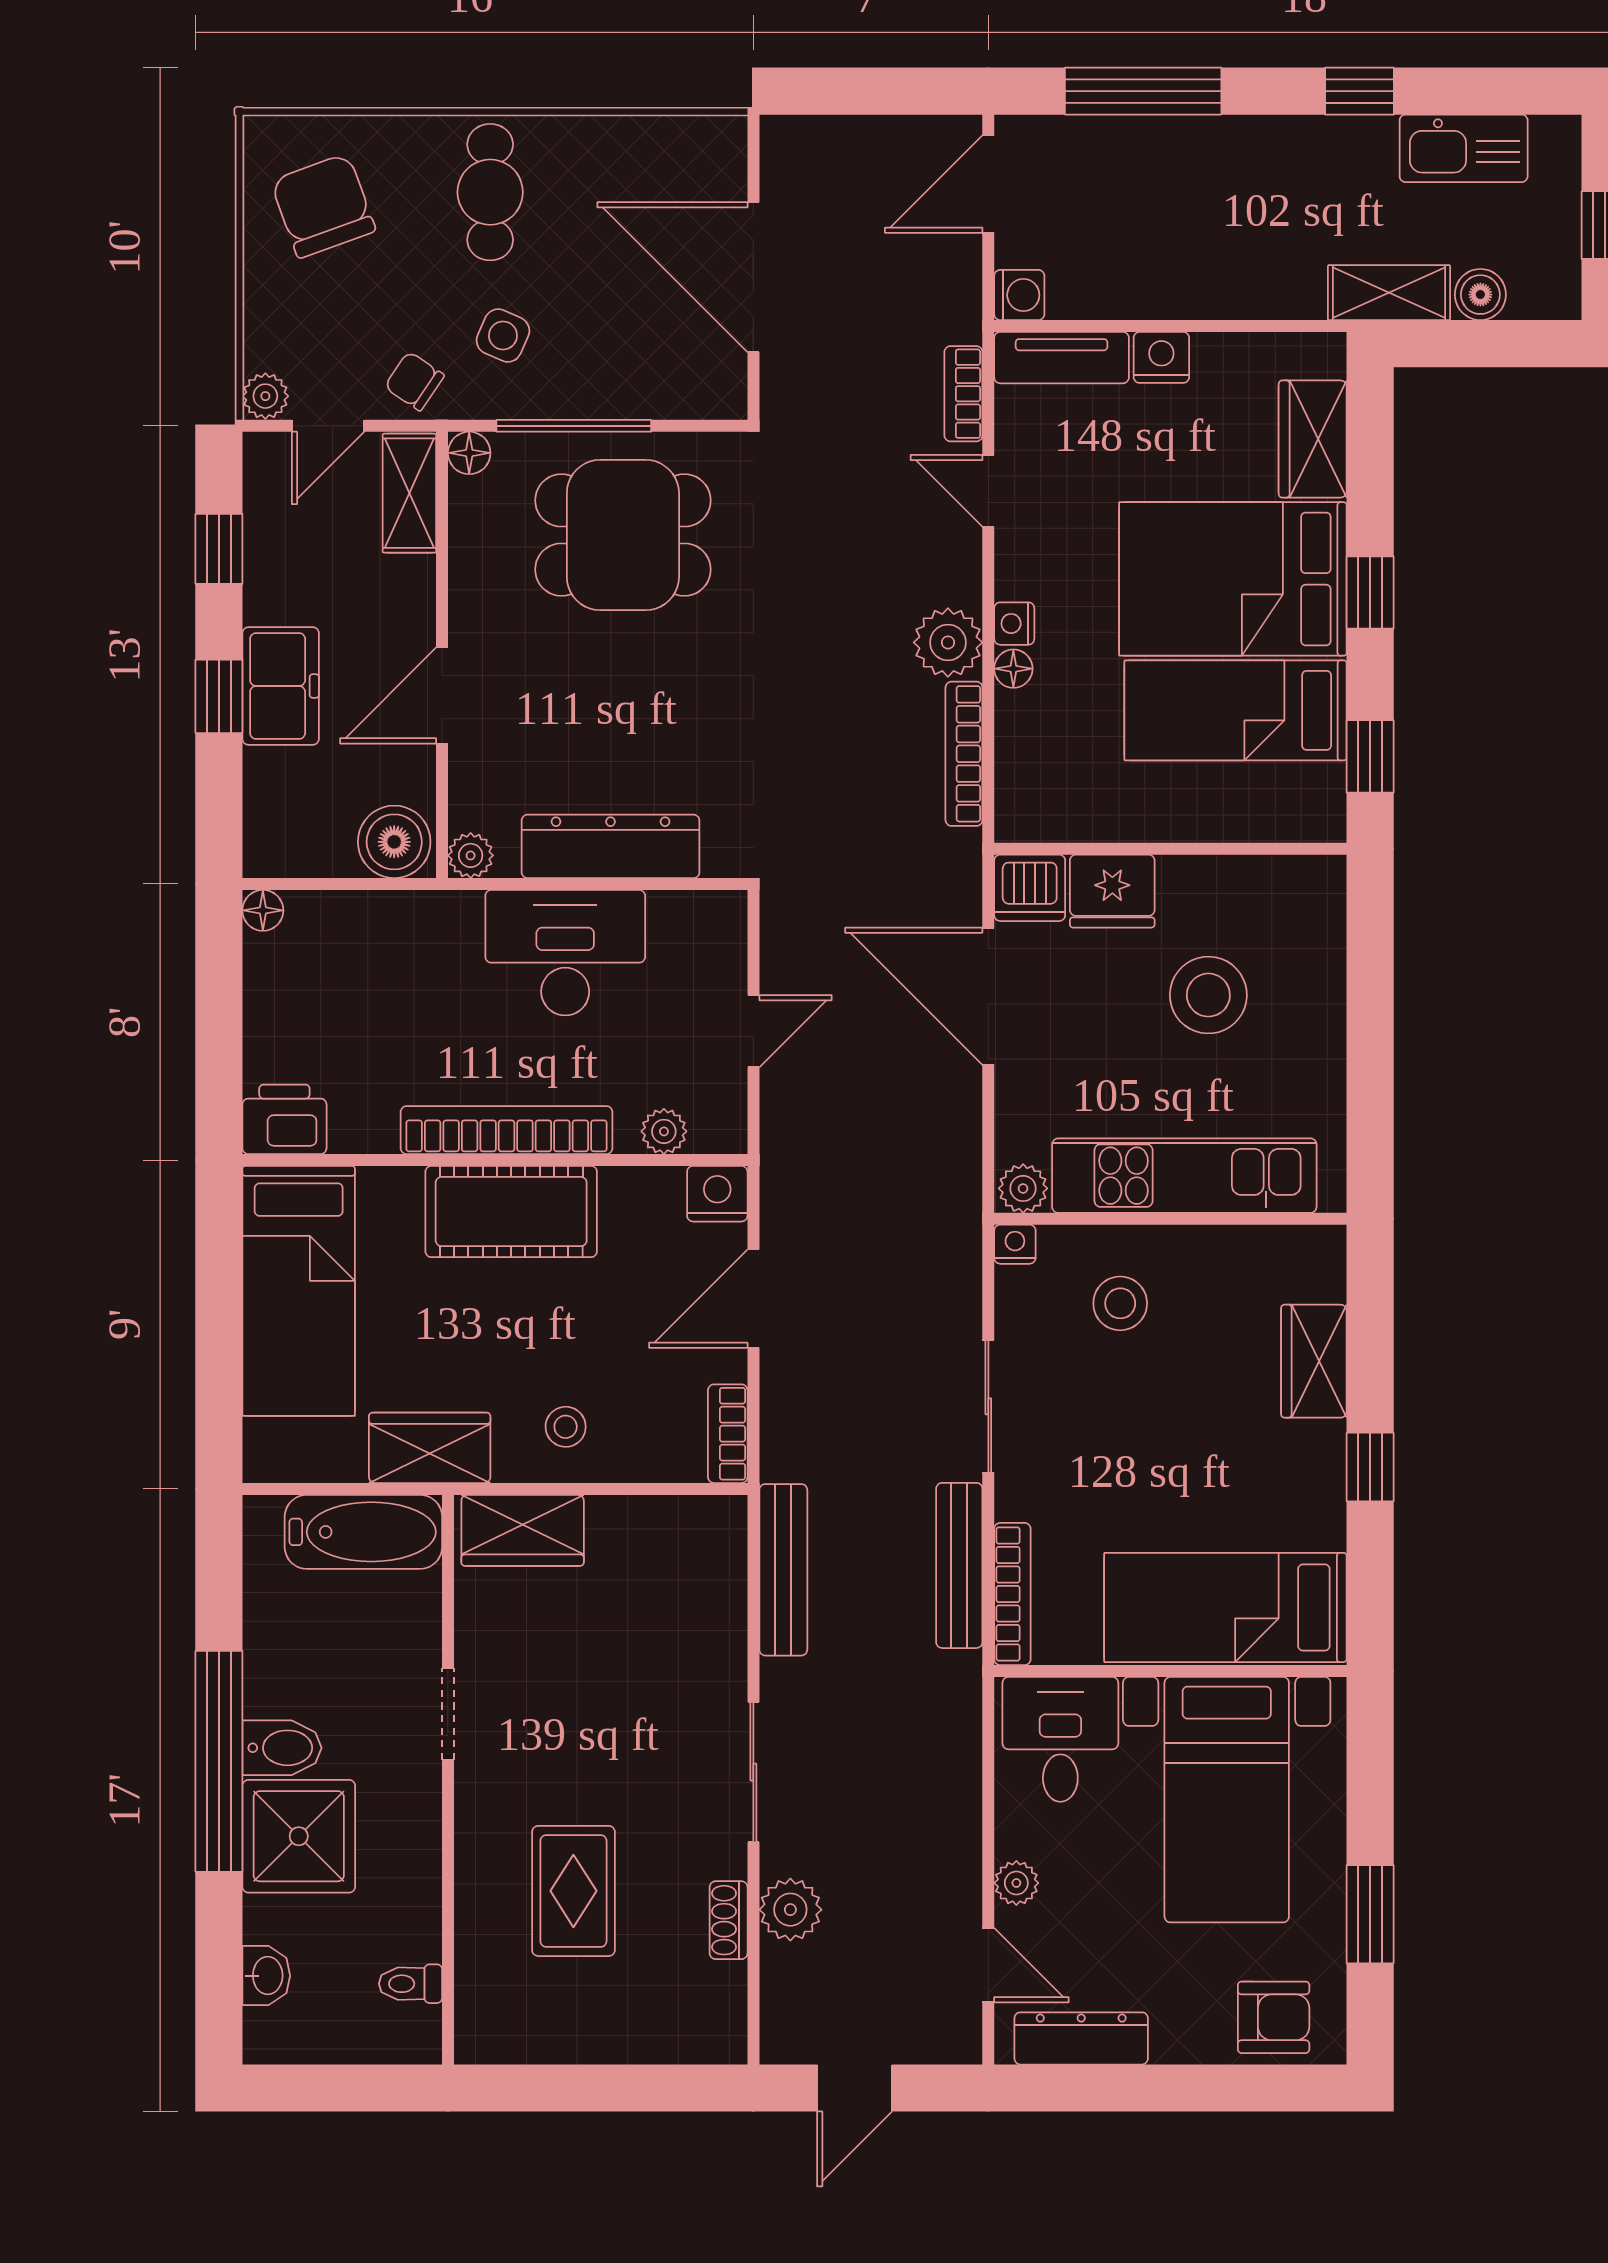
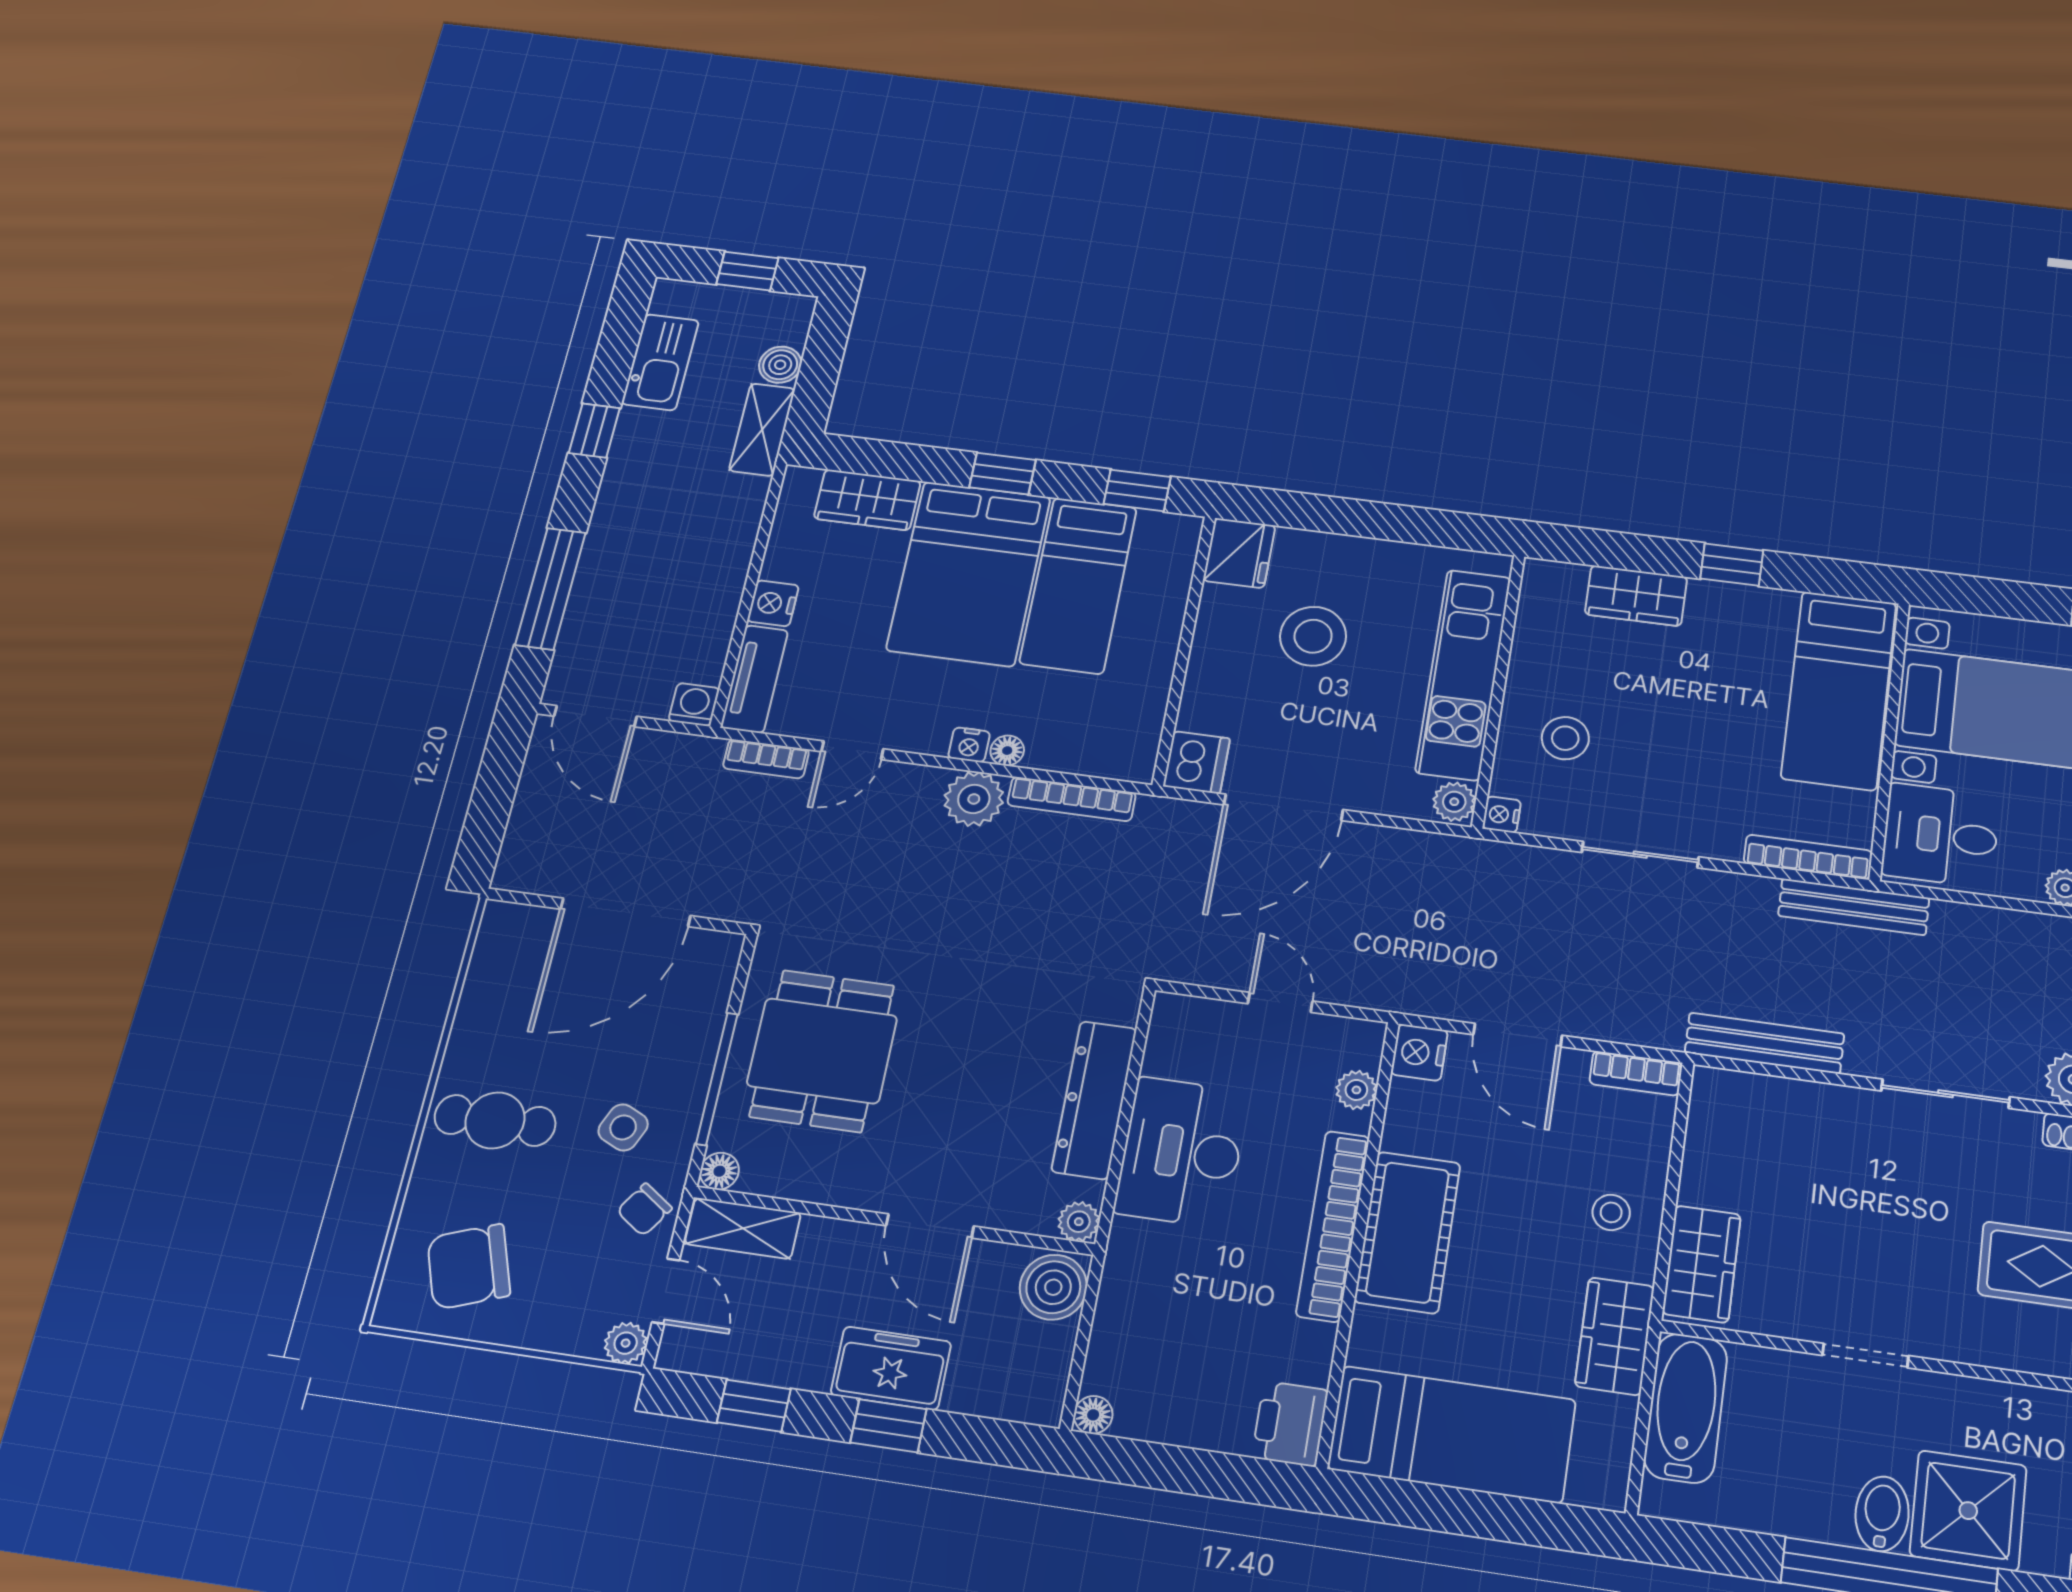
fridge: (1112, 891) -> (1239, 553), moved
bench: (959, 1565) -> (1854, 907), moved

